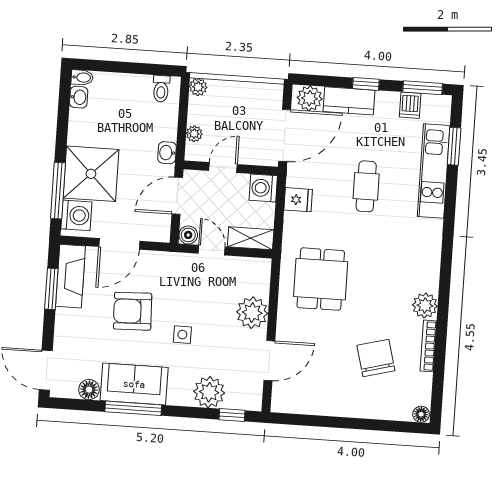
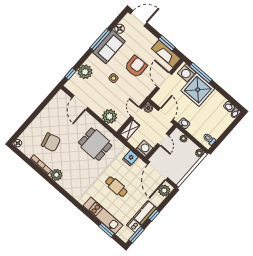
kitchen counter: (349, 101) -> (145, 213), moved
door: (212, 250) -> (136, 112), swing flipped
plant: (252, 313) -> (110, 116), moved

